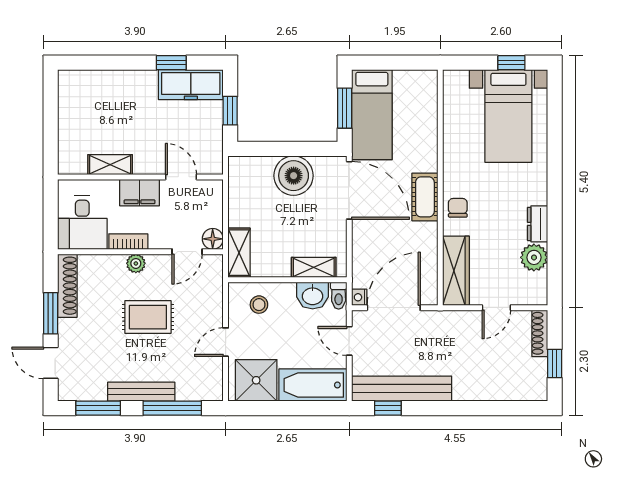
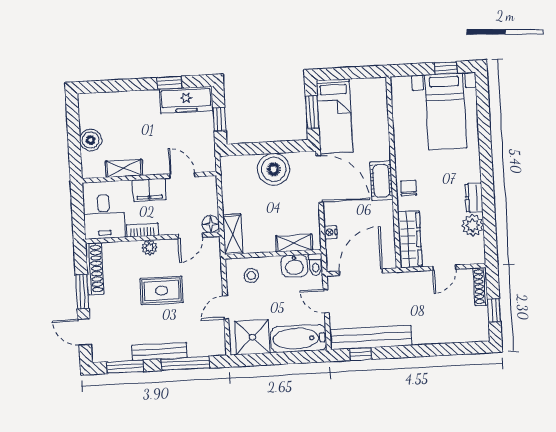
boiler: (71, 128) -> (91, 140), added
nightstand: (359, 297) -> (331, 232), moved

